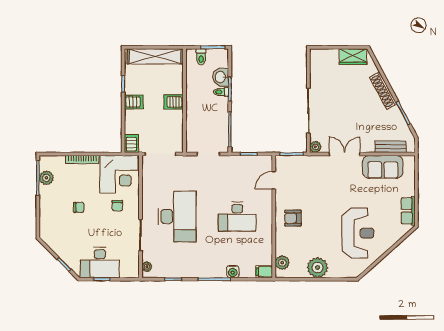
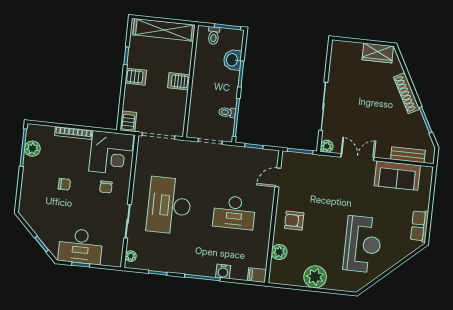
toilet: (221, 92) -> (227, 112), moved
desk: (177, 217) -> (169, 206), turned 180
plant: (282, 263) -> (279, 252), moved

